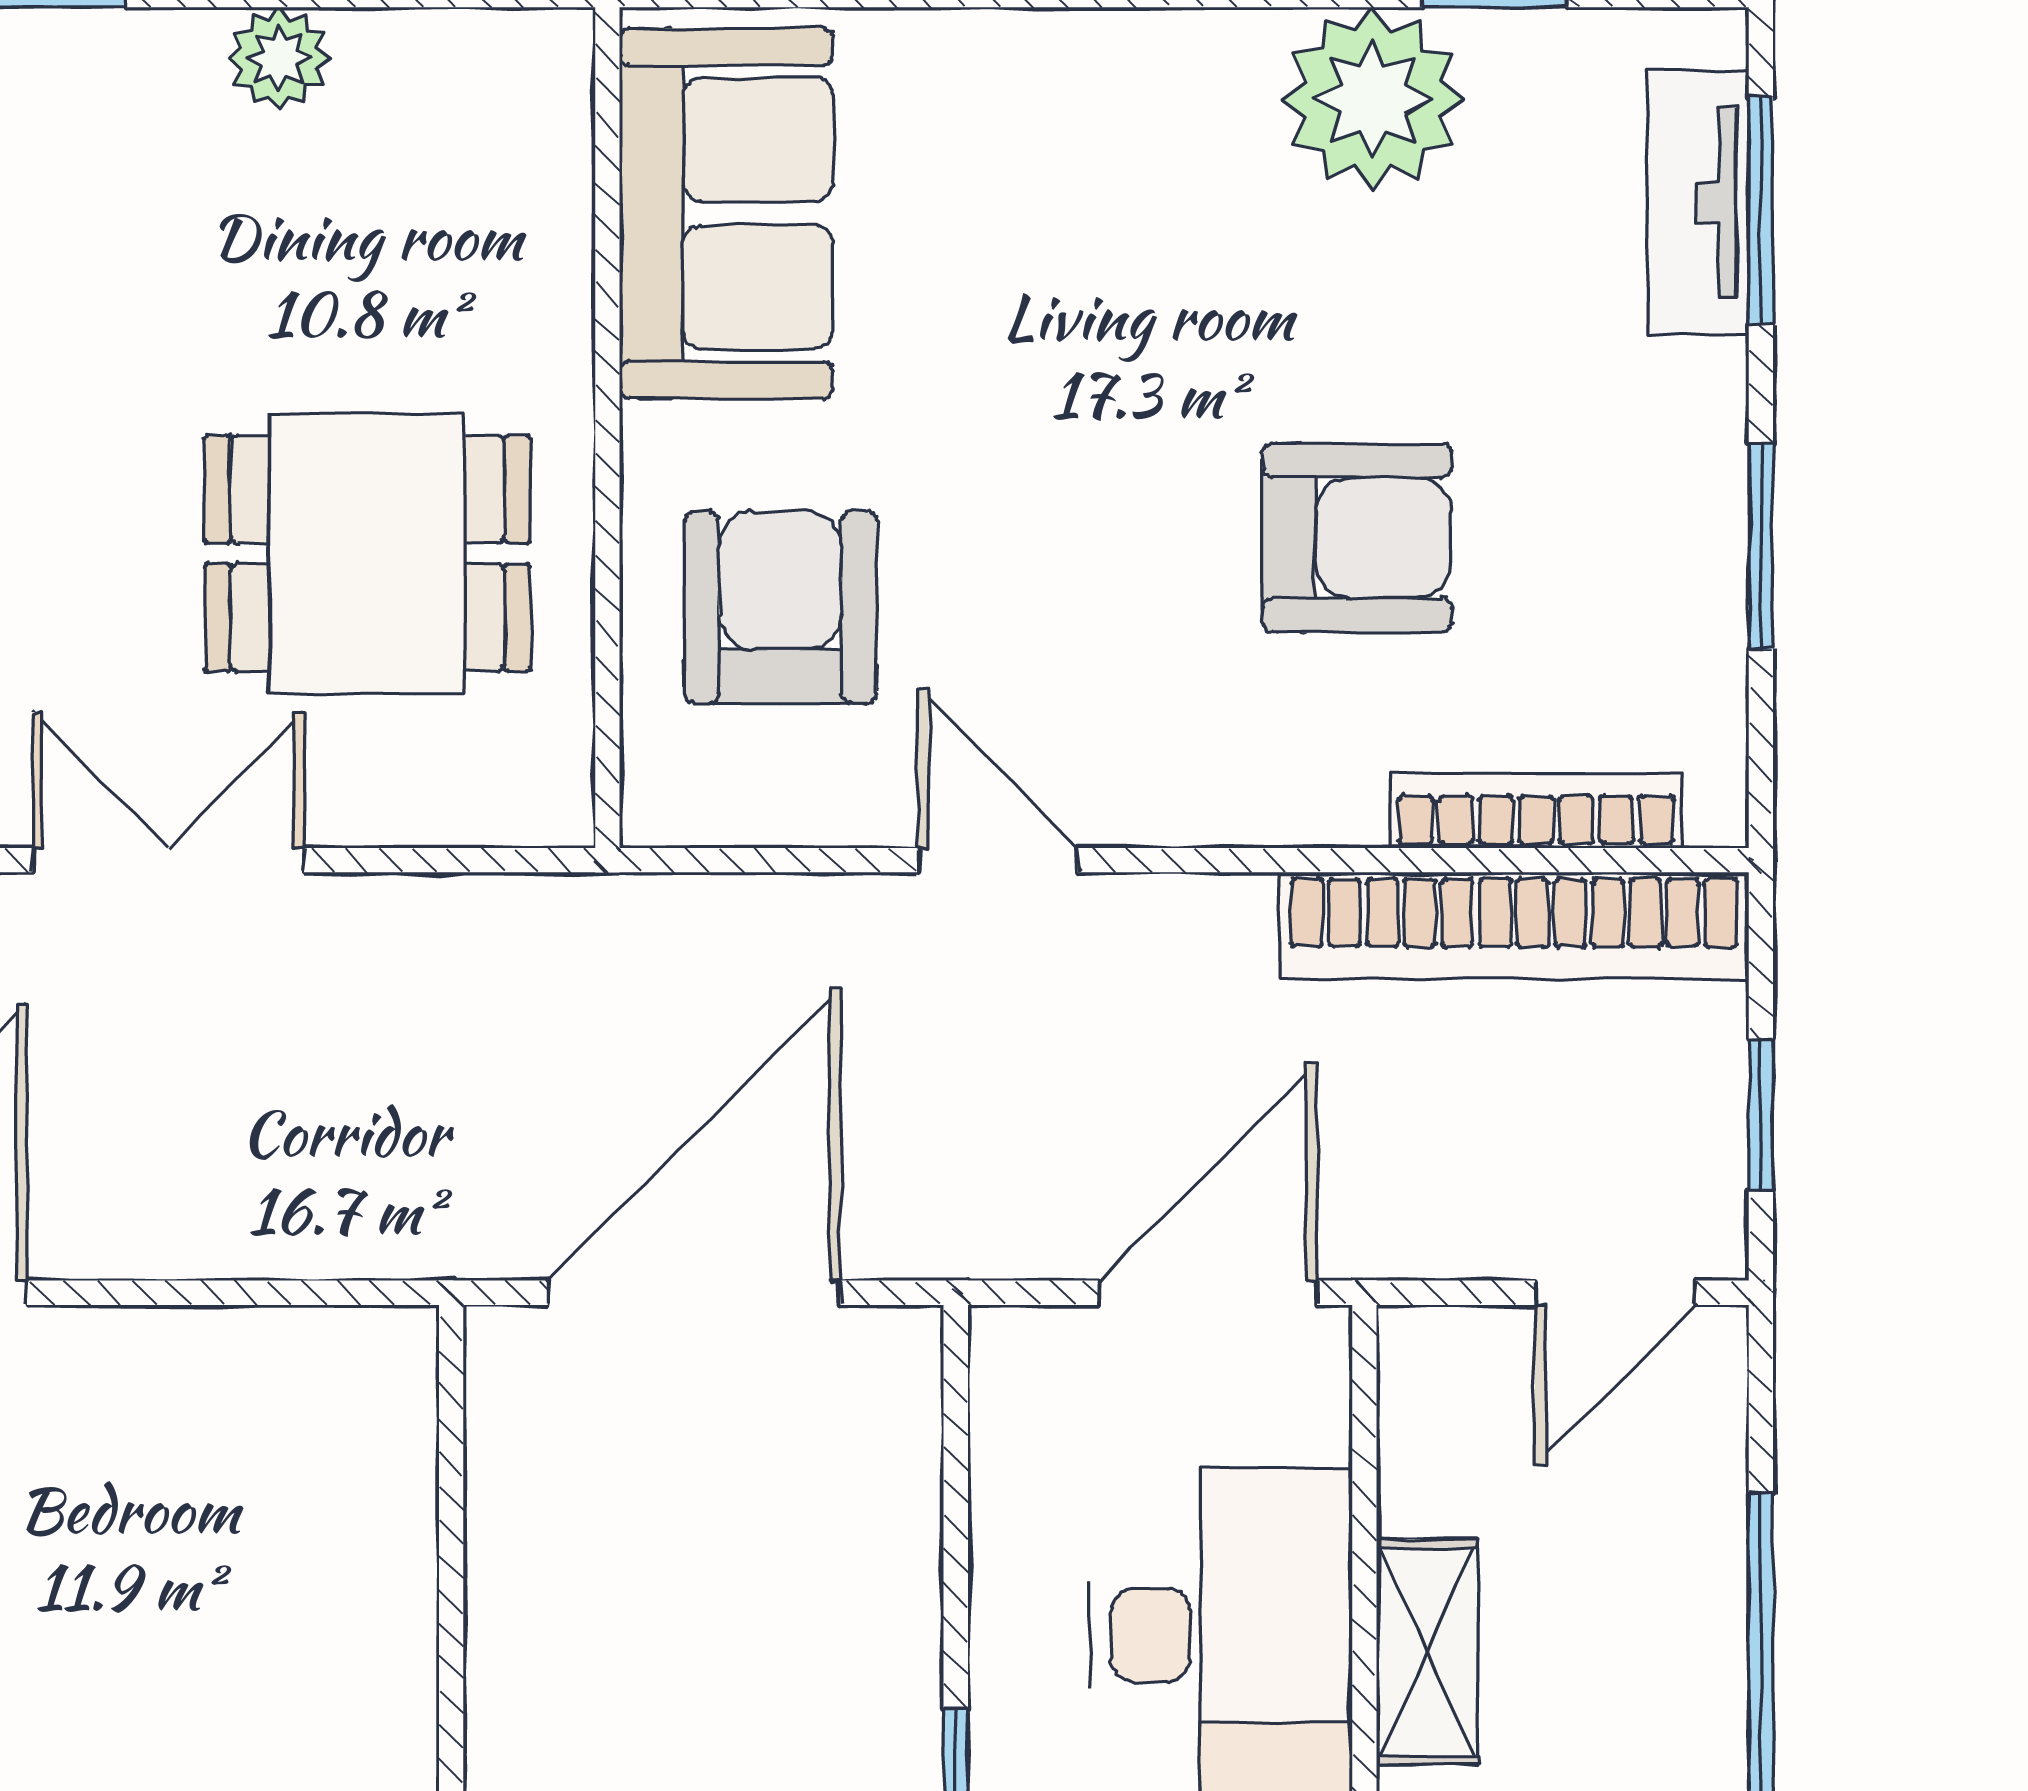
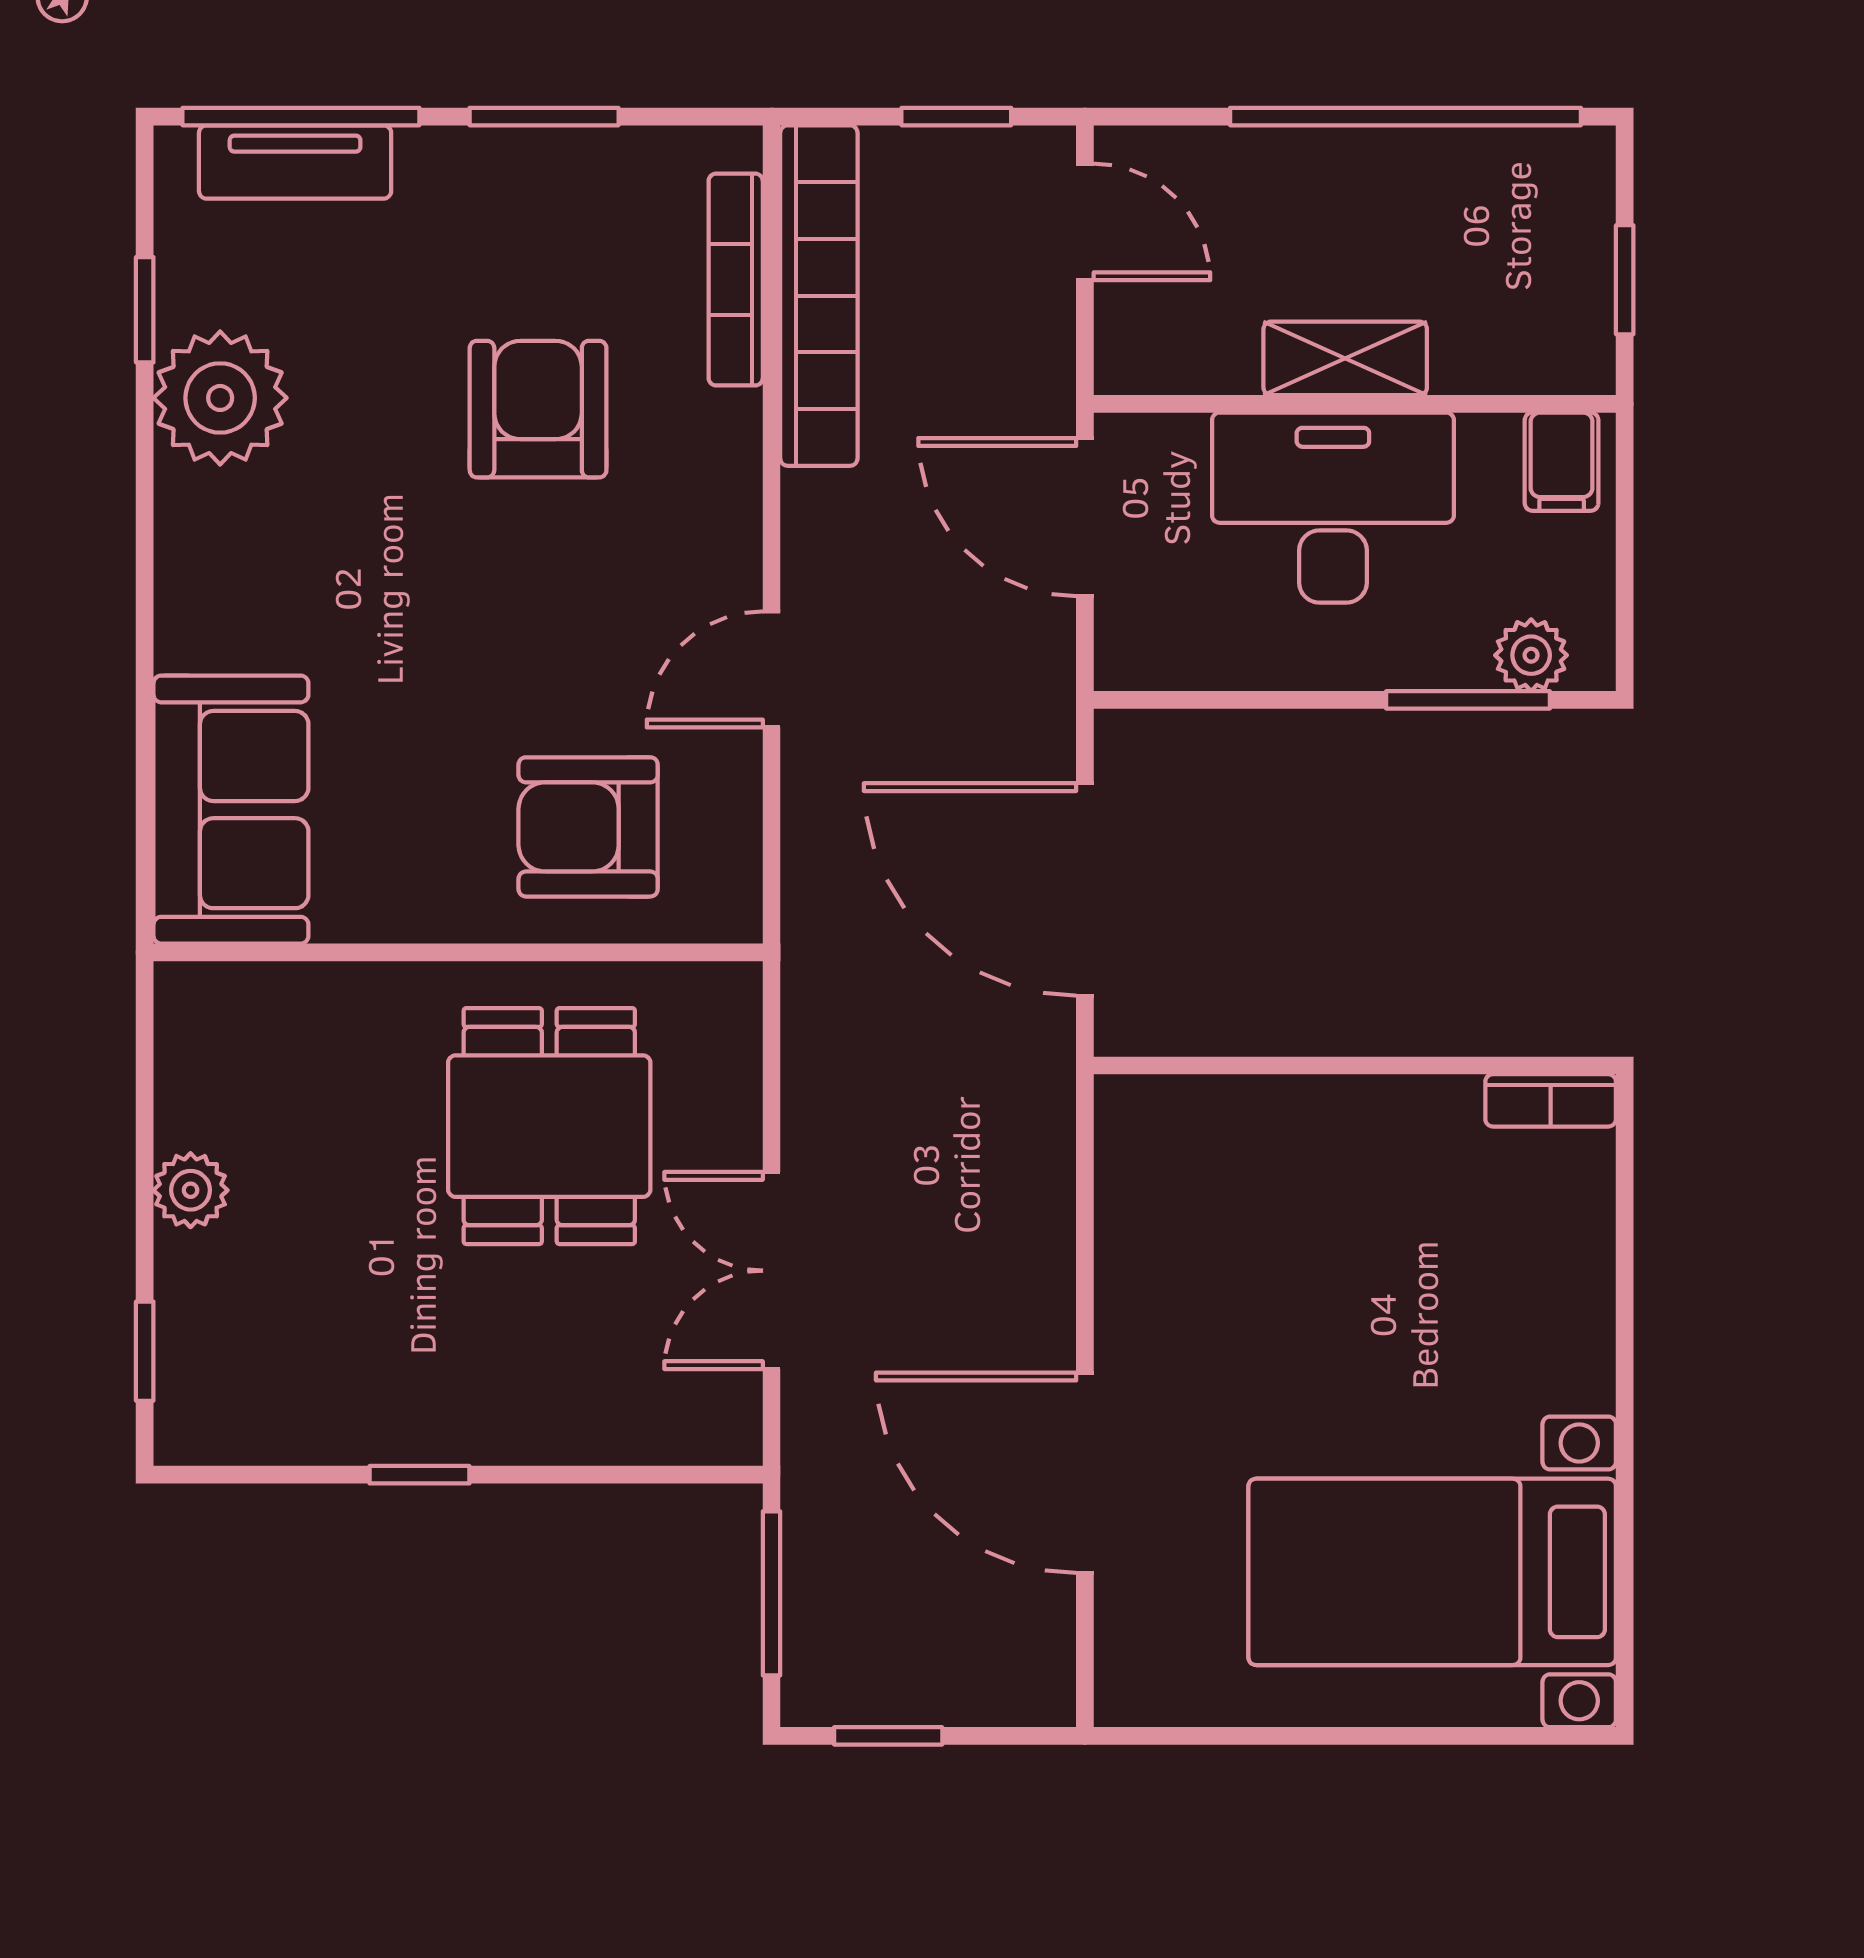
window: (1761, 211) -> (301, 117), width x1.44
sofa: (726, 213) -> (231, 810), moved, turned 90

